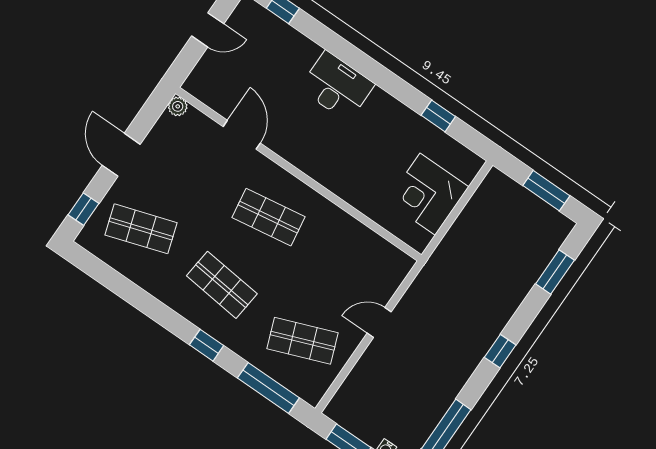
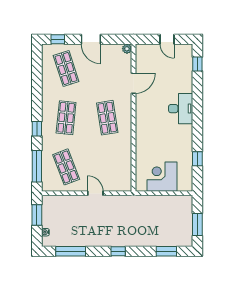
door: (121, 155) -> (91, 39), swing flipped

